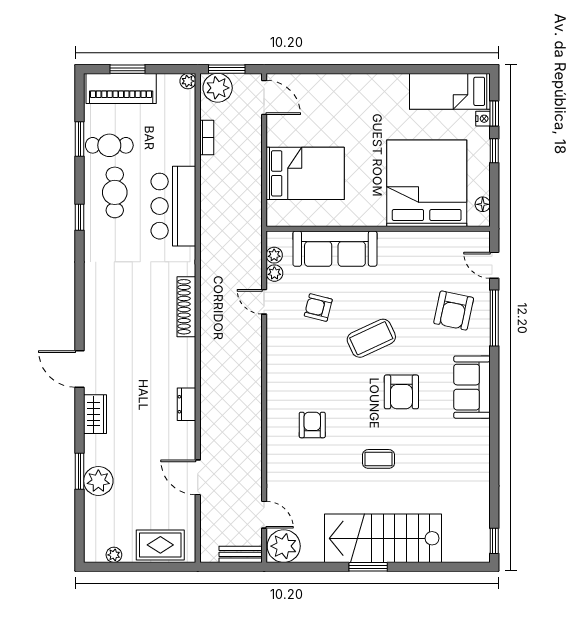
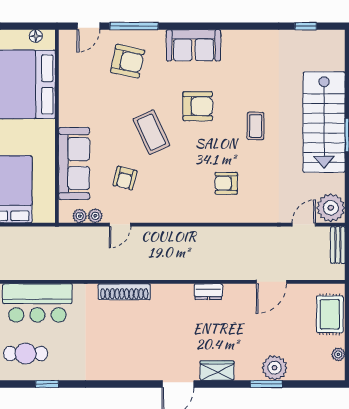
window: (494, 541) -> (306, 26), moved

